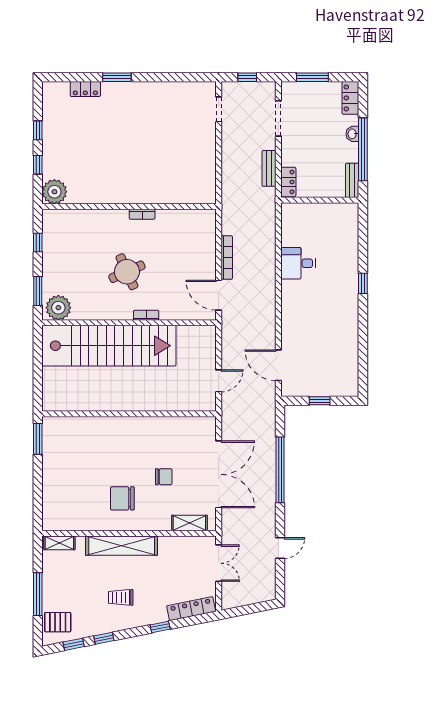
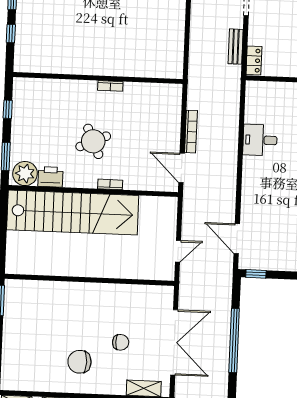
plant: (54, 192) -> (26, 60), removed
printer: (85, 310) -> (50, 177), added
window: (320, 401) -> (256, 274), moved

